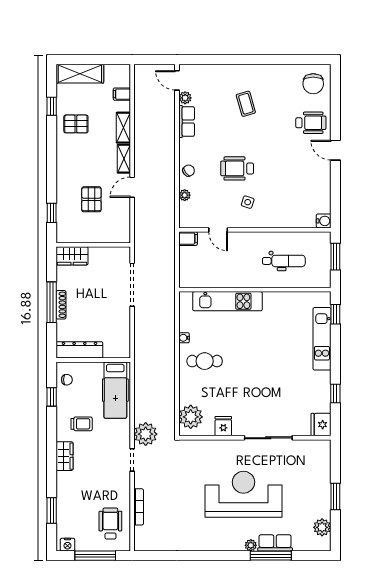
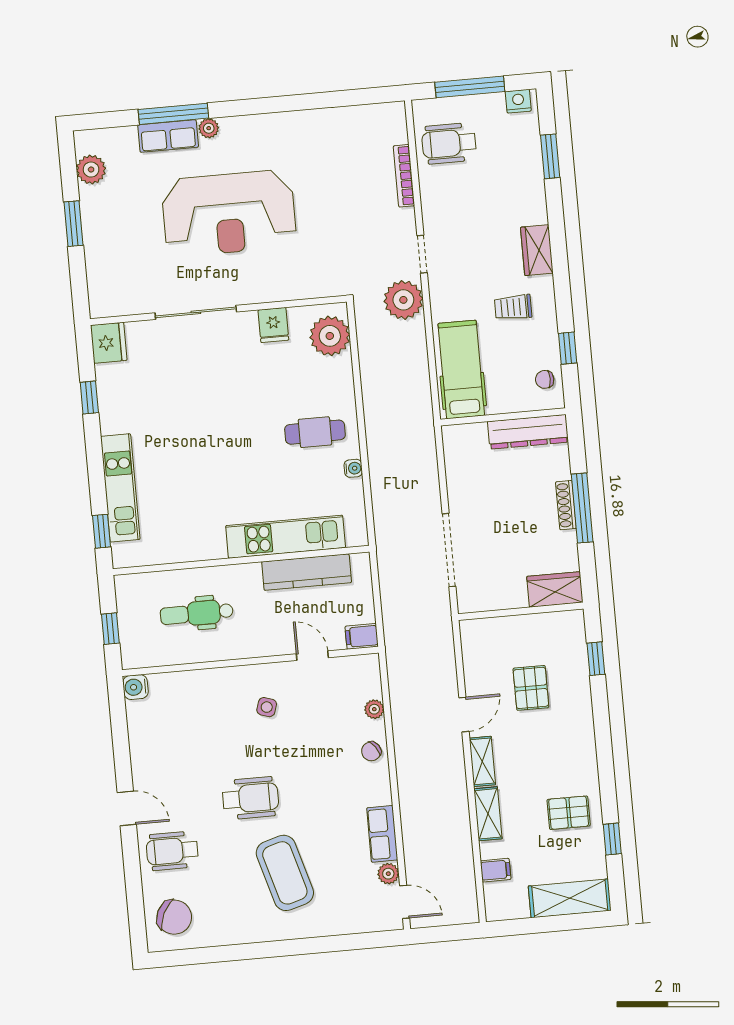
chair: (313, 84) -> (174, 917), turned 116
coffee table: (246, 104) -> (285, 873), width x1.86, depth x1.72
wheelchair: (237, 168) -> (250, 798), moved
window: (335, 257) -> (110, 629), width x0.67
kitchen counter: (217, 279) -> (307, 572), added
wheelchair: (110, 524) -> (449, 143), turned 90

